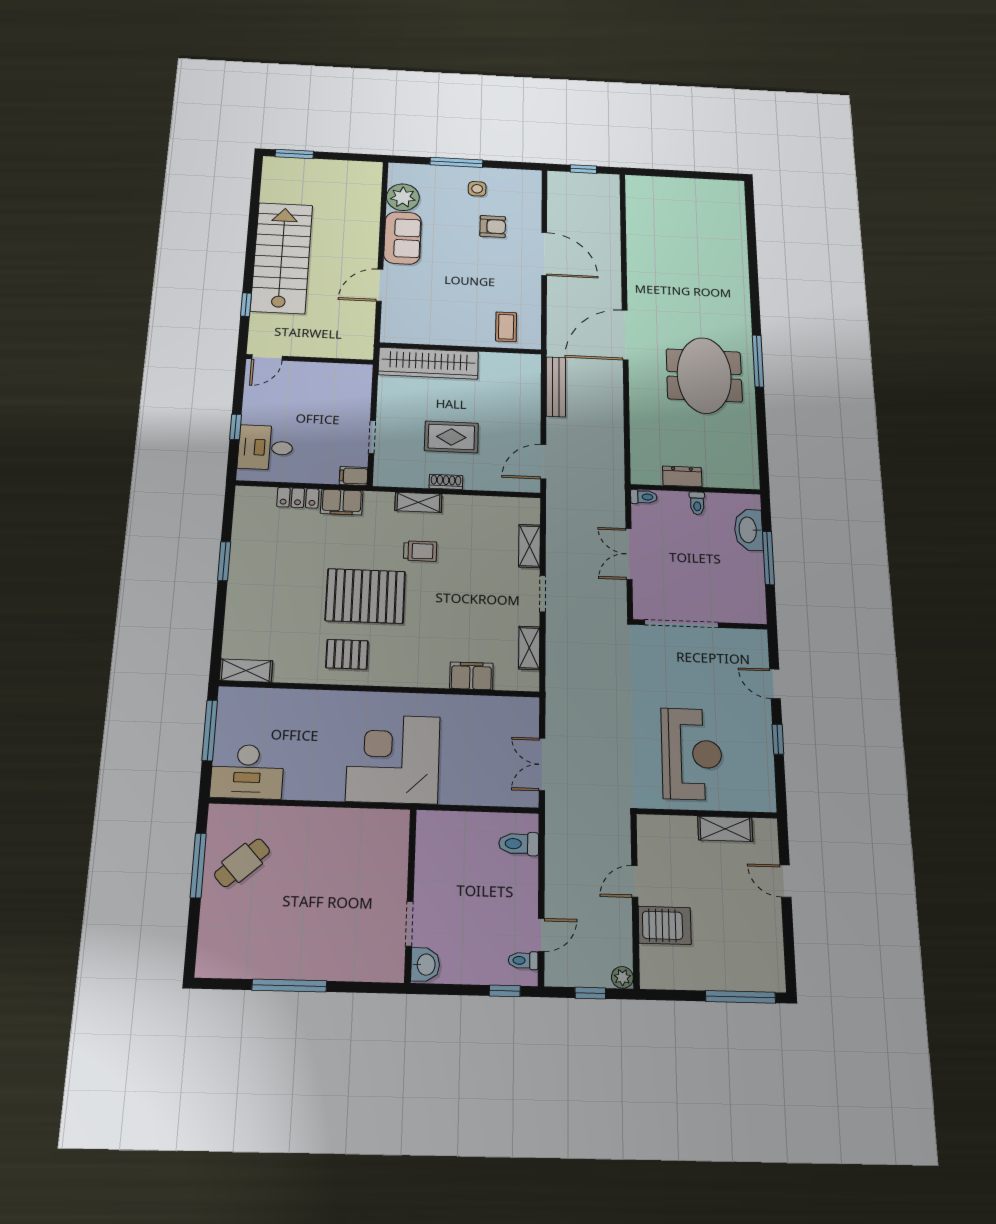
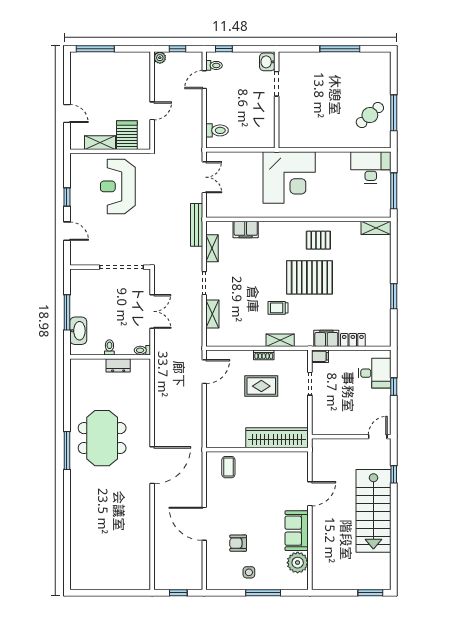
bench: (556, 387) -> (197, 225), moved
server rack: (665, 925) -> (127, 135), moved, turned 90

